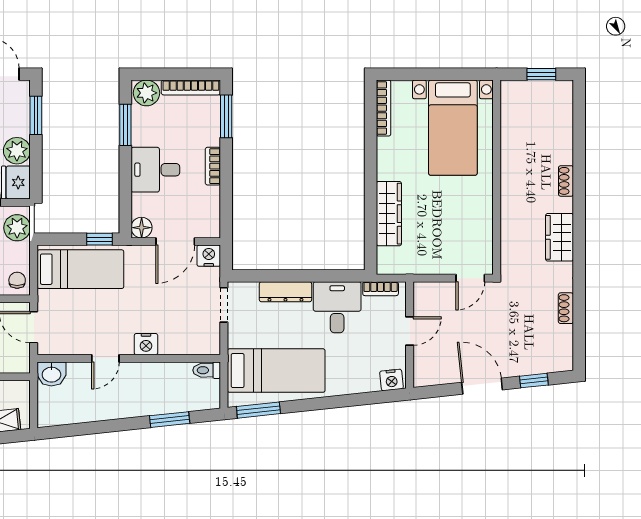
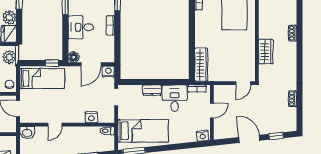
wardrobe: (389, 214) -> (201, 65), moved
wardrobe: (560, 237) -> (266, 52), moved, turned 180
dresser: (285, 292) -> (152, 90), width x0.70
nightstand: (146, 344) -> (91, 117), moved

